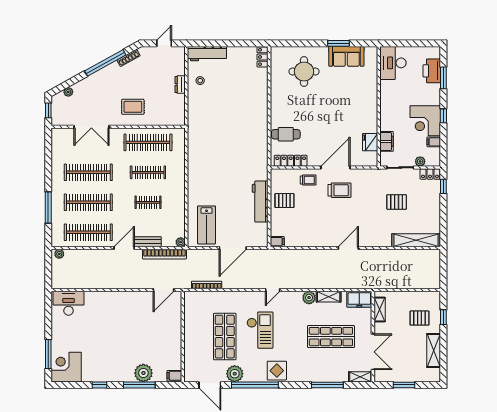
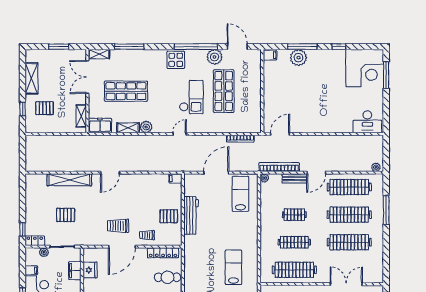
lab bench: (214, 145) -> (233, 267), added
shelving: (416, 240) -> (69, 180), moved
checkout: (260, 330) -> (191, 97), turned 180
corner desk: (66, 367) -> (365, 68), width x1.36, depth x1.36

